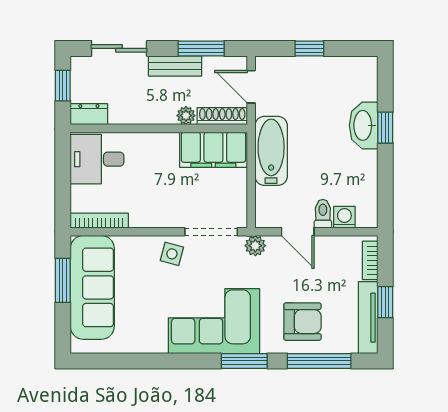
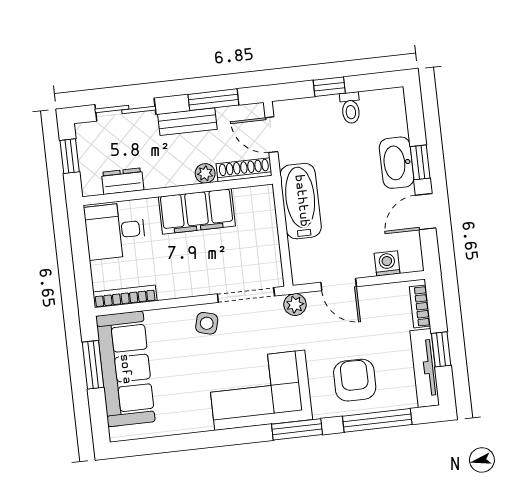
dresser: (89, 114) -> (123, 181), moved
filing cabinet: (213, 150) -> (197, 211), moved
door: (385, 174) -> (426, 212), added
toilet: (323, 214) -> (350, 108), moved, turned 180
armchair: (302, 322) -> (355, 380), turned -90

